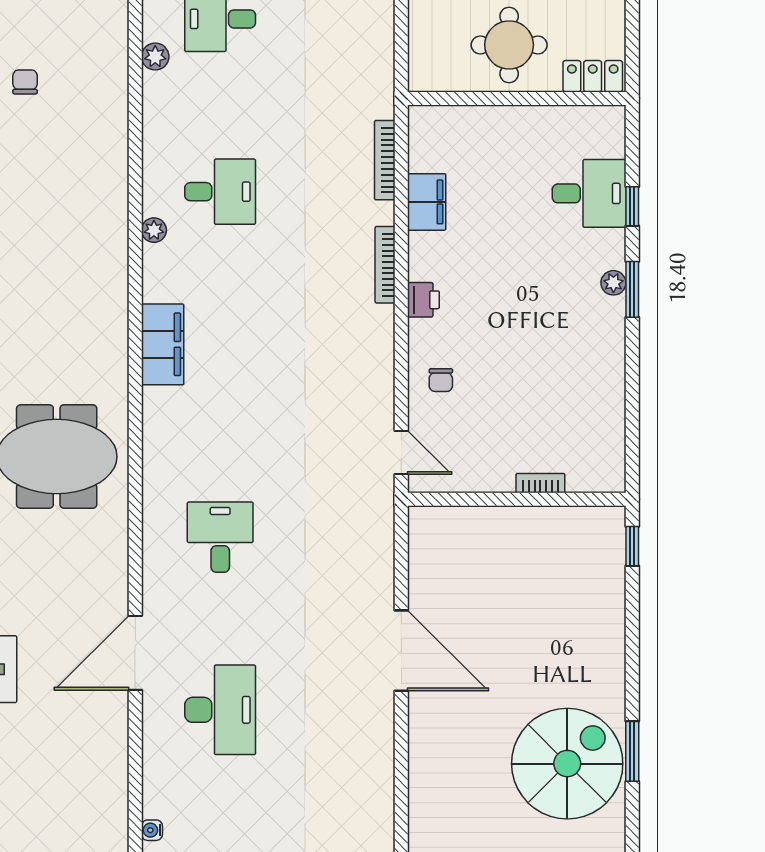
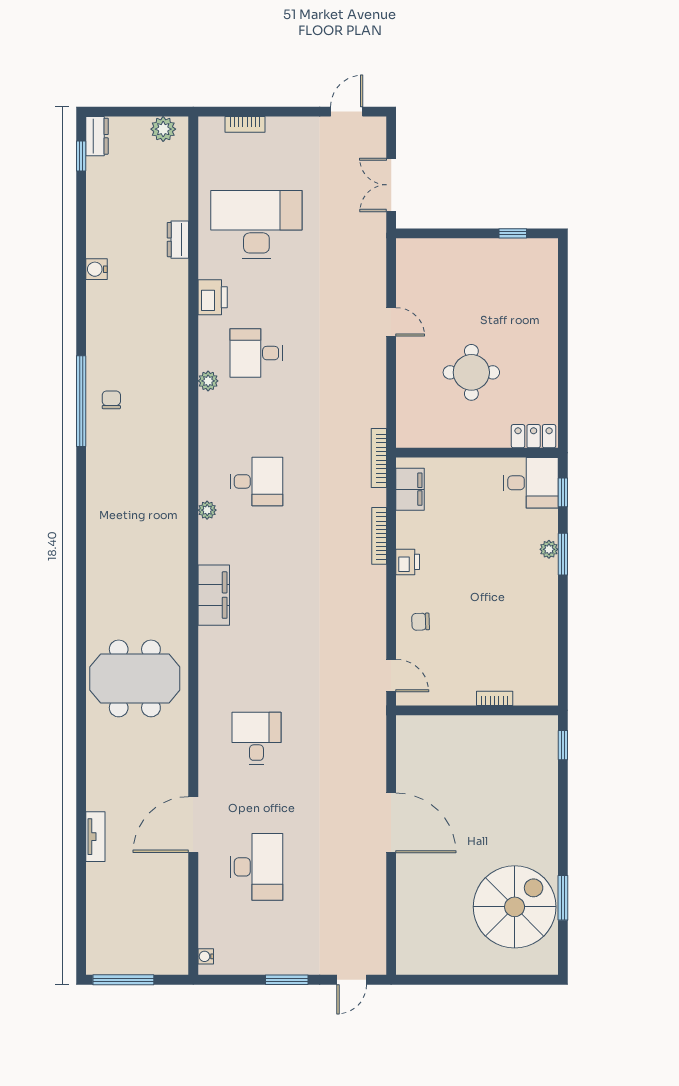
locker: (593, 76) -> (534, 436), moved
wall: (517, 98) -> (477, 453), moved
chair: (441, 380) -> (421, 622), turned 88

